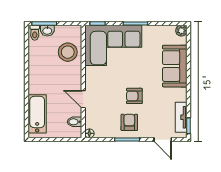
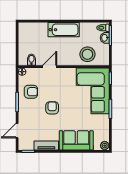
bathtub: (37, 114) -> (64, 30), moved
tv unit: (181, 117) -> (46, 145), moved
armchair: (129, 122) -> (31, 92), moved

